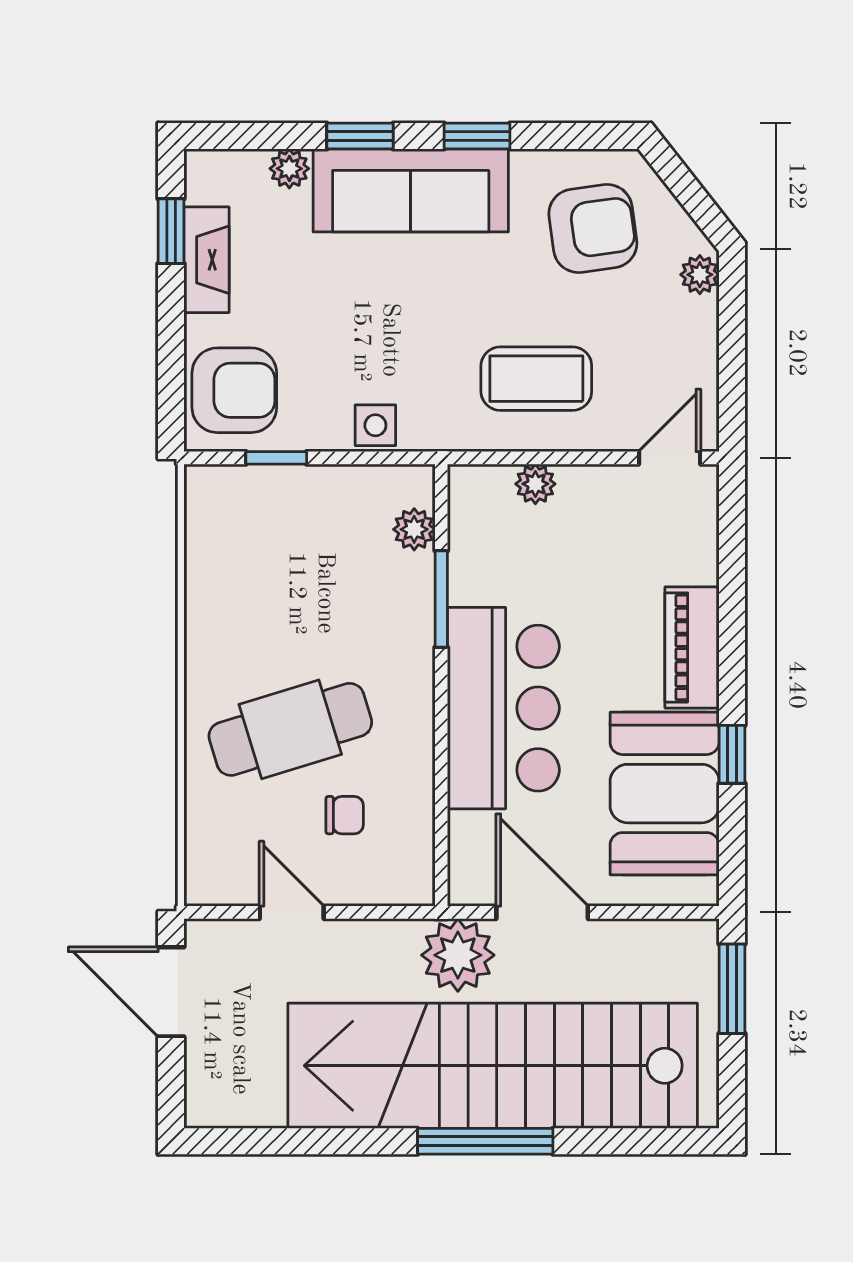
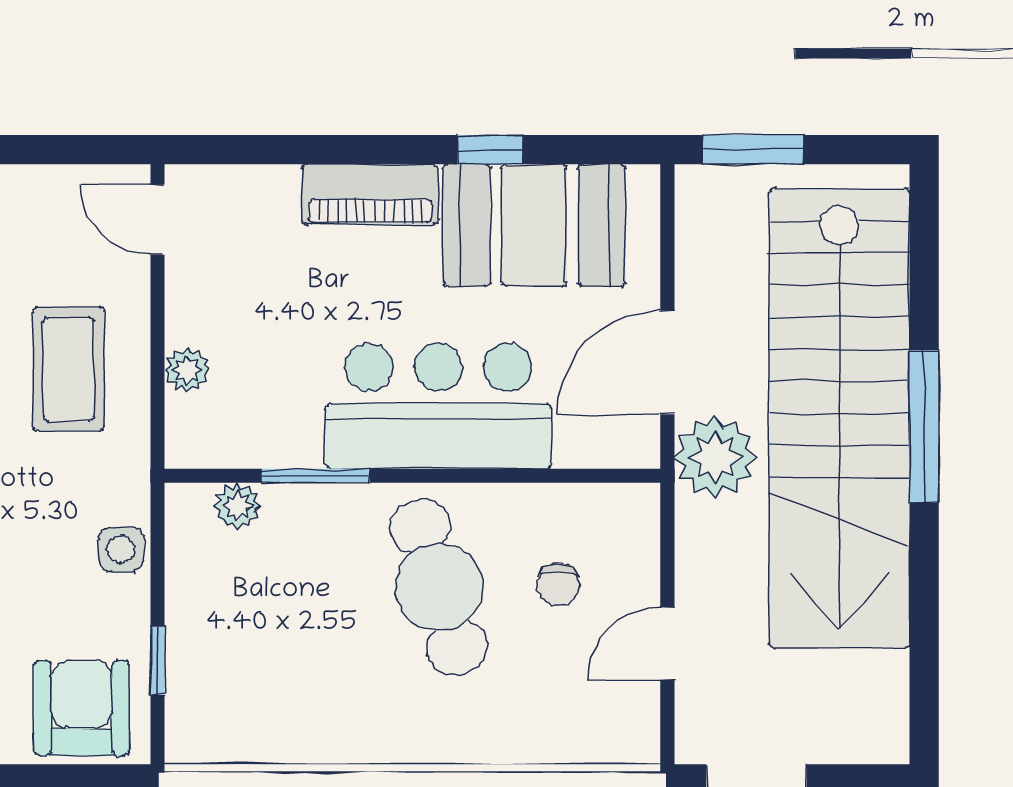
cafe table: (290, 729) -> (439, 587), moved
chair: (345, 815) -> (558, 584), turned 180

